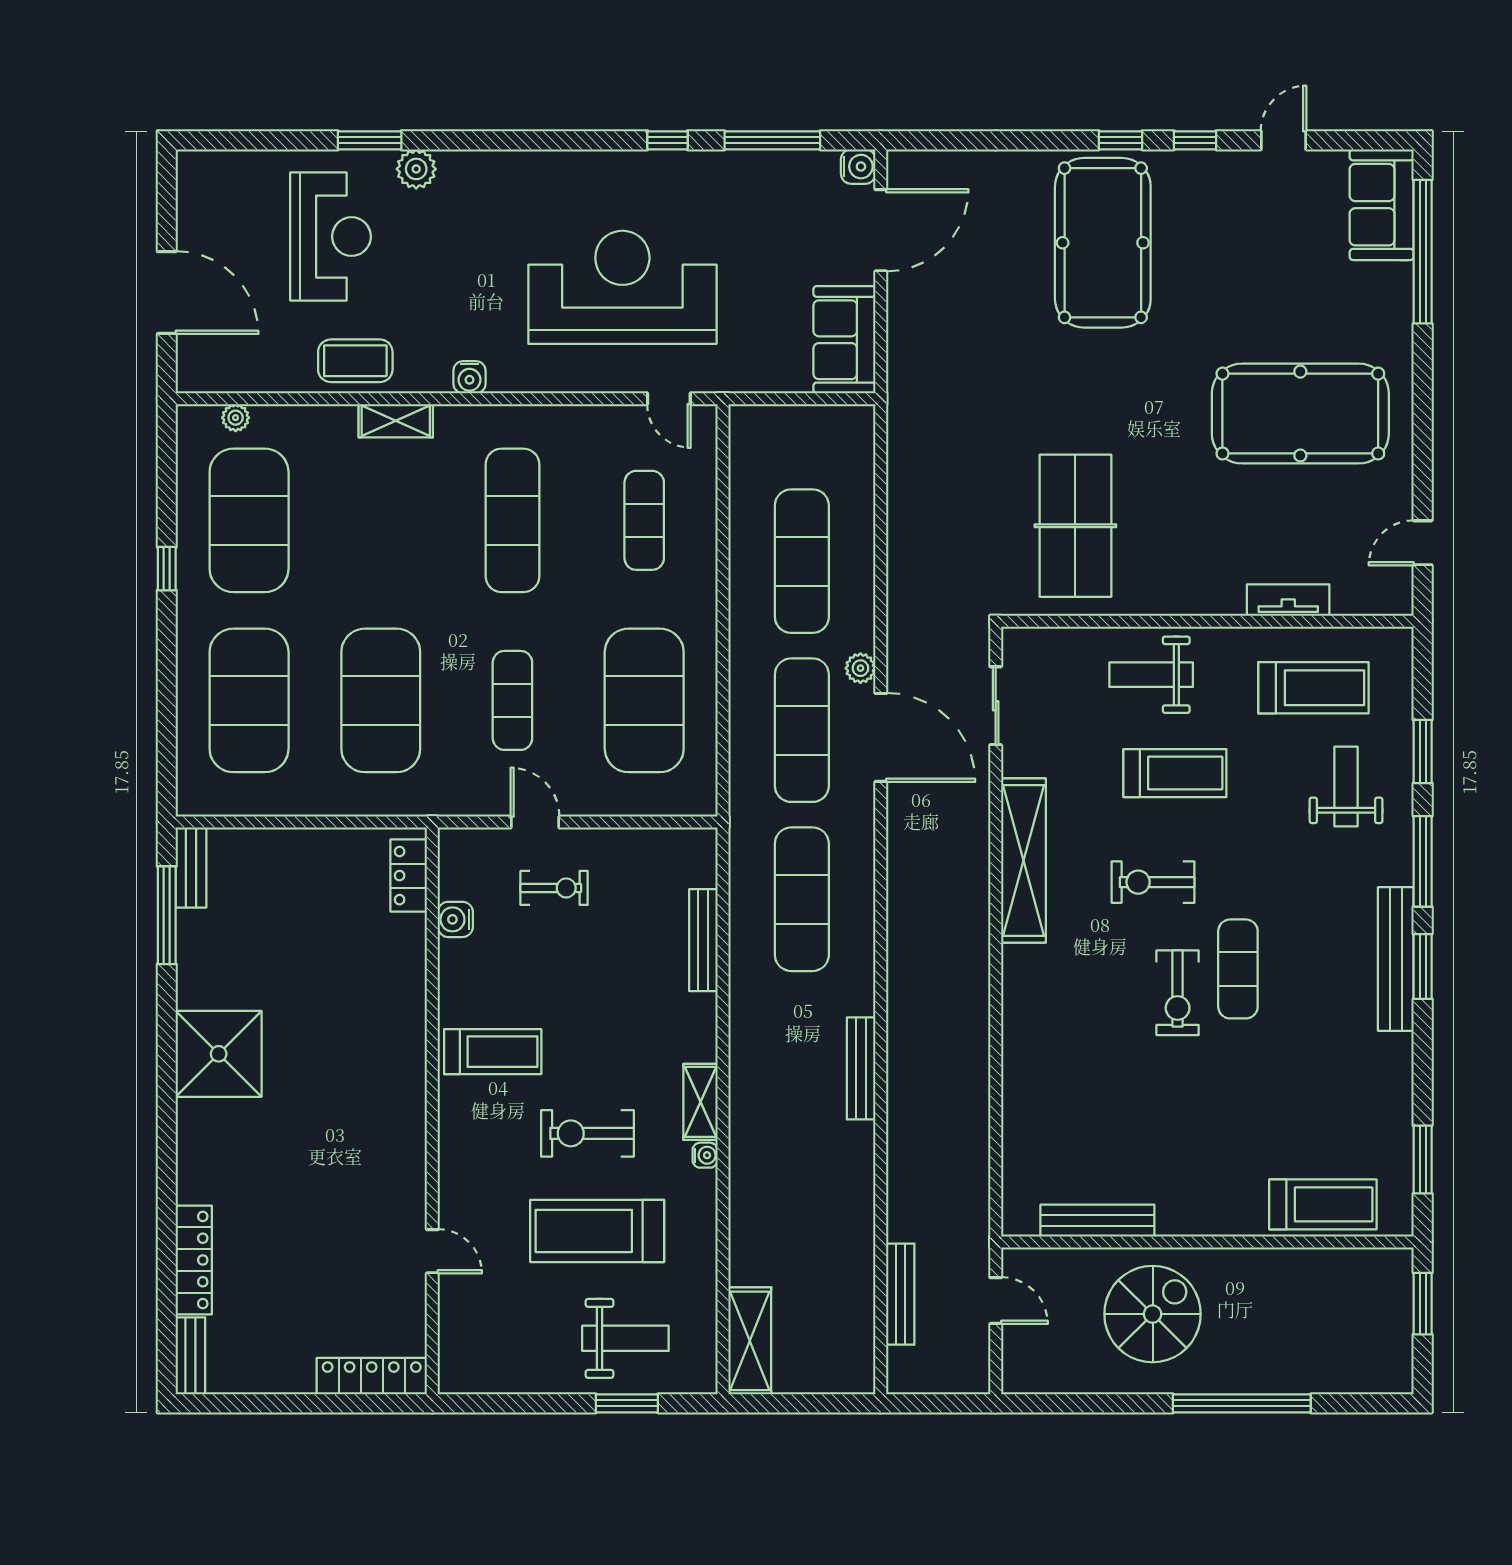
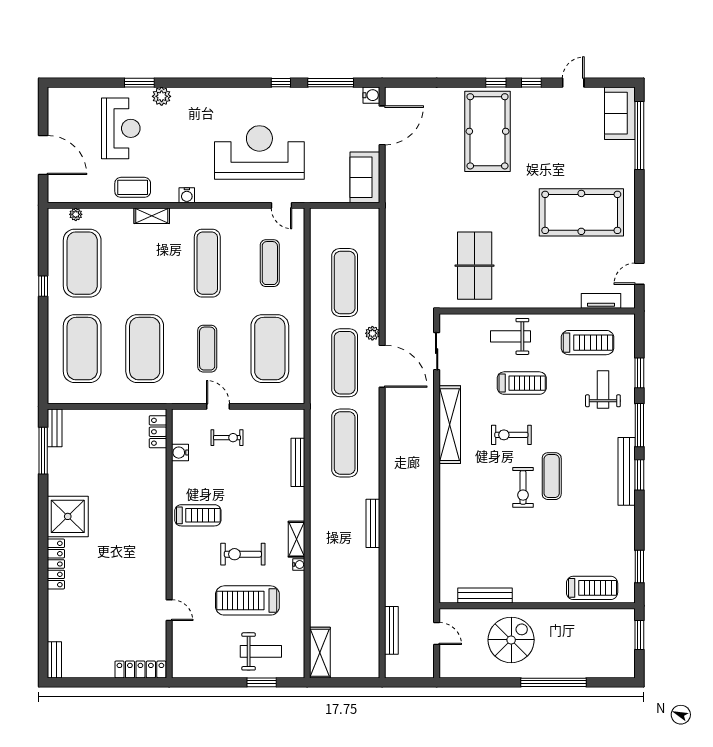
tv unit: (1288, 600) -> (601, 301), moved
locker: (194, 1260) -> (56, 564), moved

